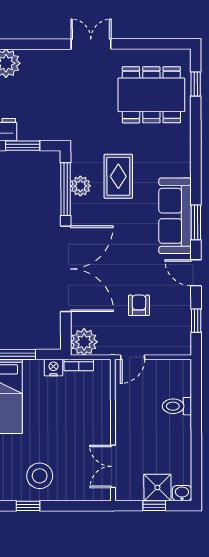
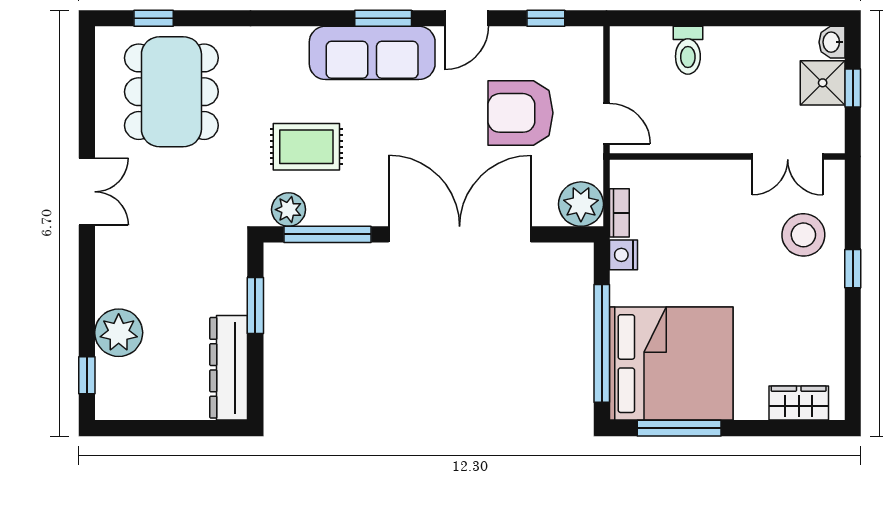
double door: (91, 44) -> (87, 192), swing flipped
plant: (80, 186) -> (289, 210), moved
armchair: (139, 305) -> (520, 113), width x1.88, depth x1.88
stool: (40, 476) -> (803, 235), moved
window: (28, 506) -> (853, 269), moved

